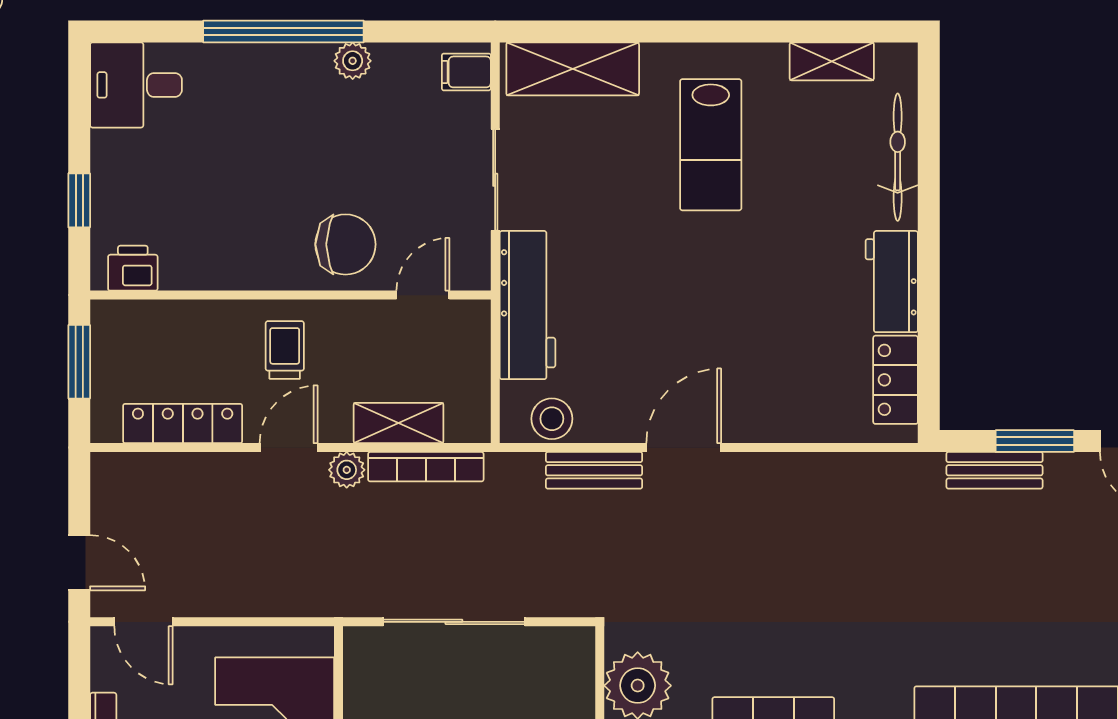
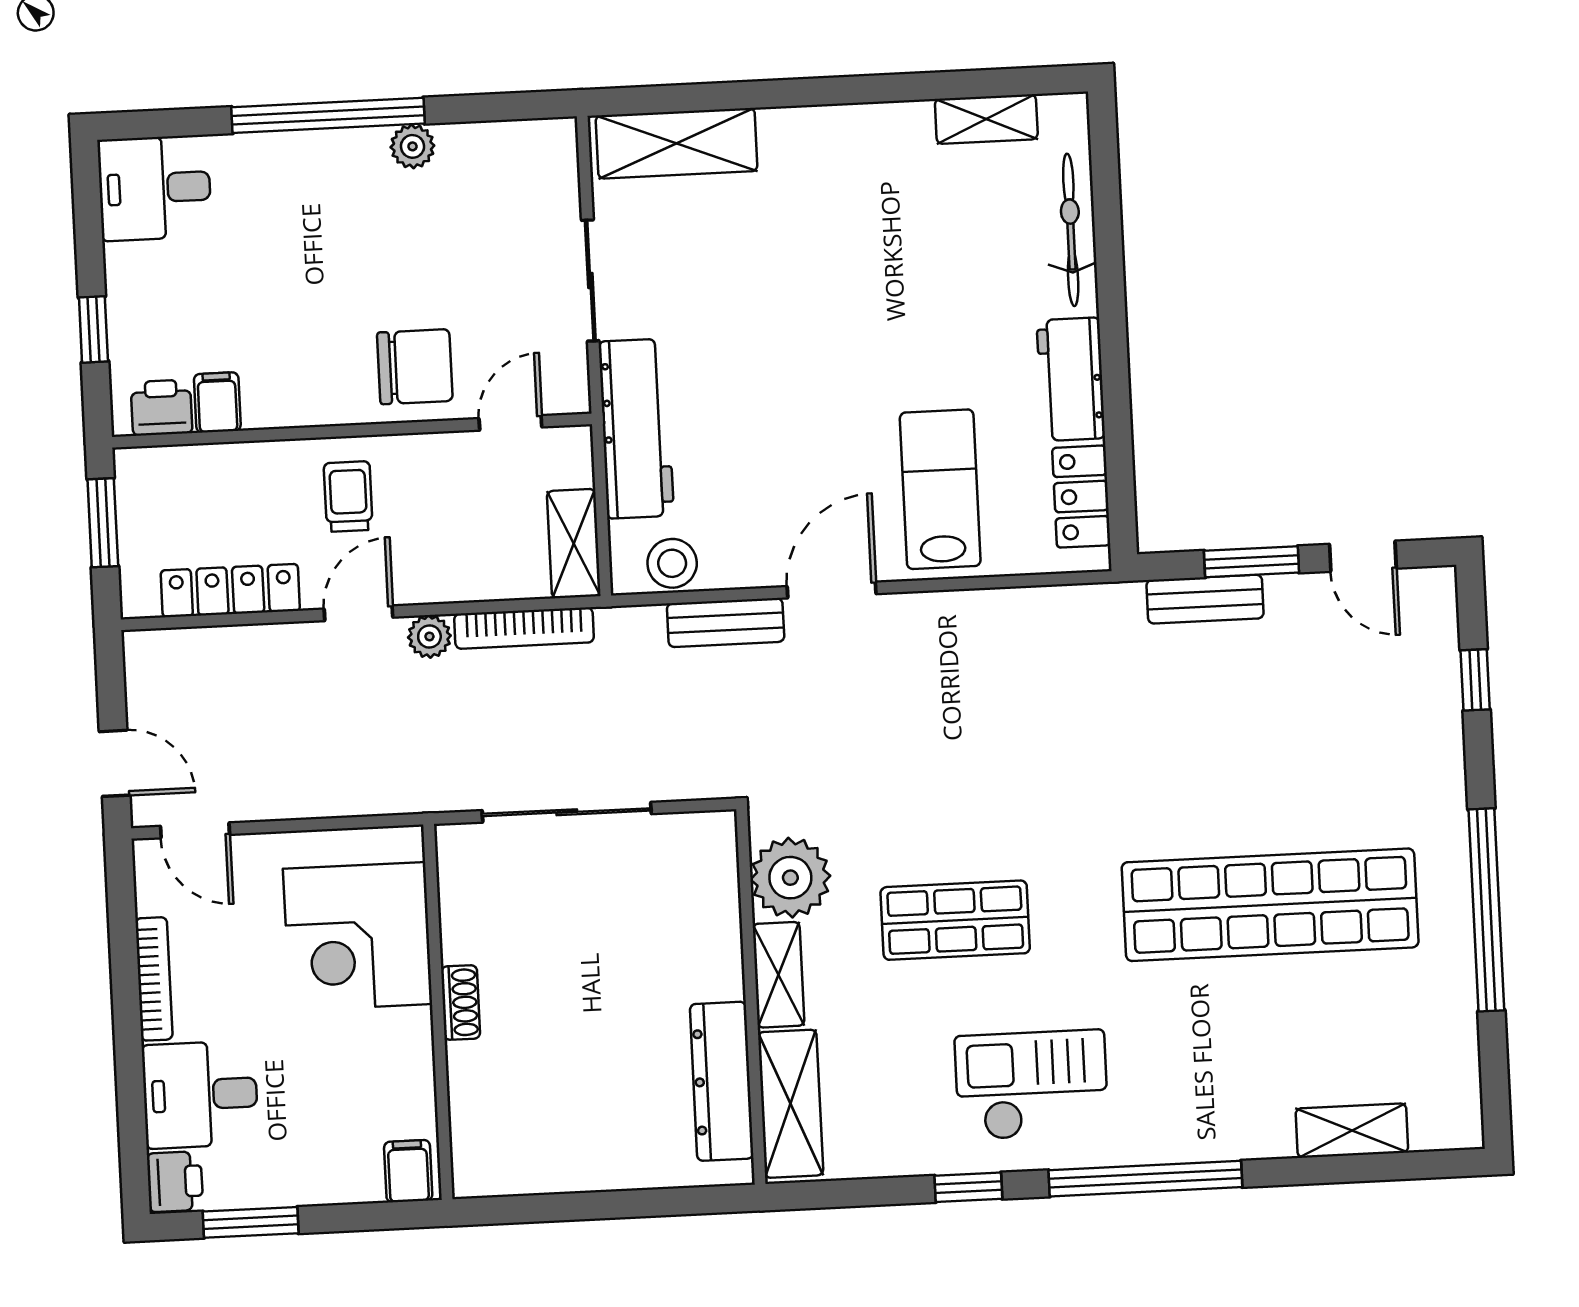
filing cabinet: (466, 72) -> (217, 402), moved, turned 90
lab bench: (711, 145) -> (940, 489), moved, turned 180
shelving: (399, 423) -> (574, 544), moved, turned 90

